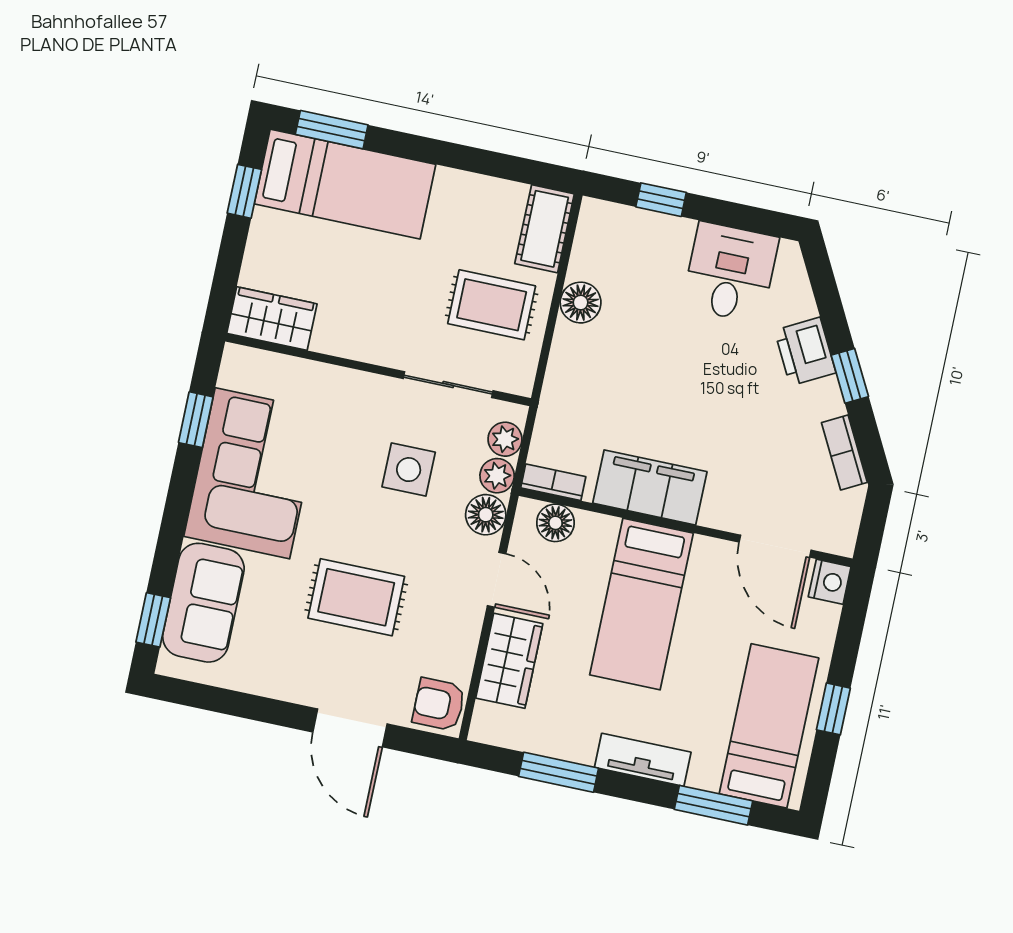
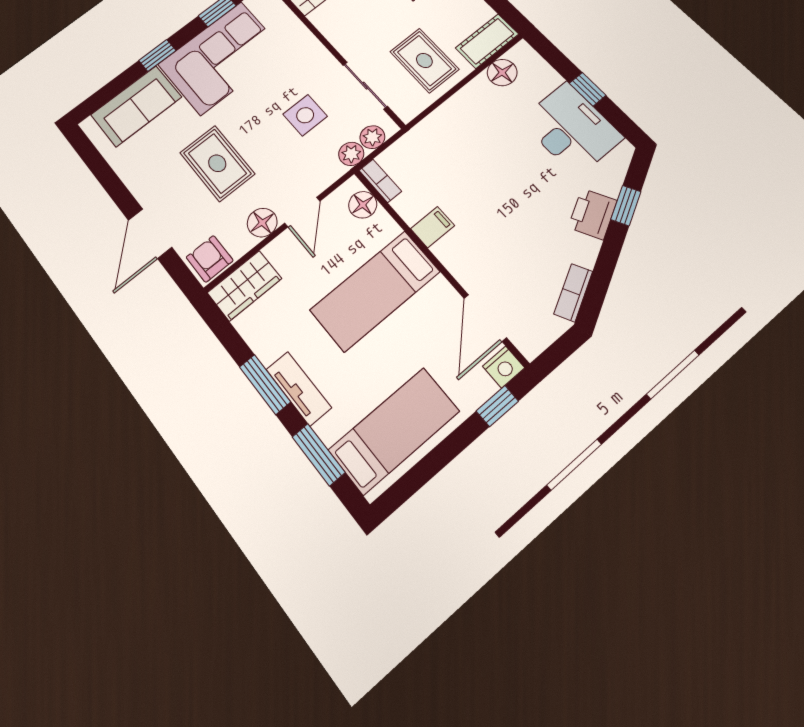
window: (661, 200) -> (588, 89), moved
desk: (730, 272) -> (571, 129), width x1.37
floor lamp: (581, 303) -> (502, 73), moved
window: (850, 376) -> (626, 206), moved
filing cabinet: (650, 487) -> (433, 227), width x0.33, depth x0.86
floor lamp: (486, 515) -> (262, 223), moved
window: (153, 620) -> (157, 55), moved
wardrobe: (509, 661) -> (244, 286), moved
window: (833, 709) -> (497, 406), moved
window: (559, 772) -> (265, 384), moved

